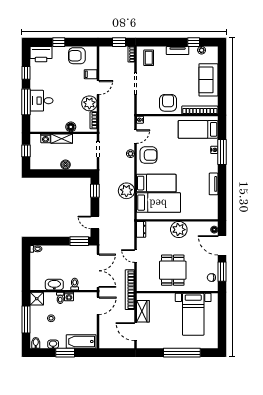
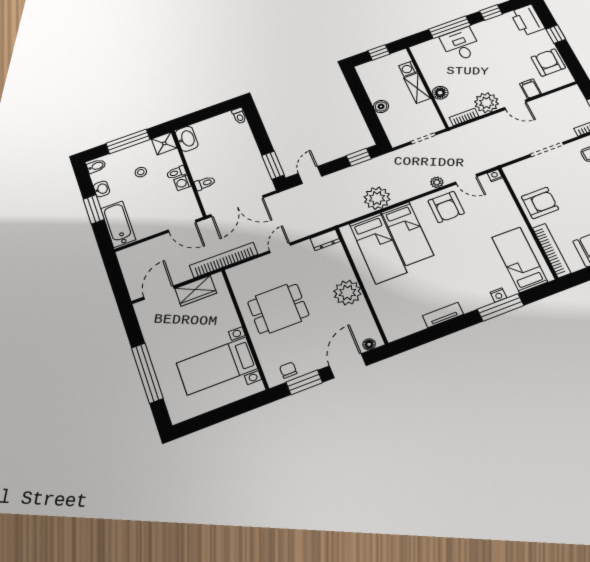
washbasin: (54, 285) -> (187, 139), moved

